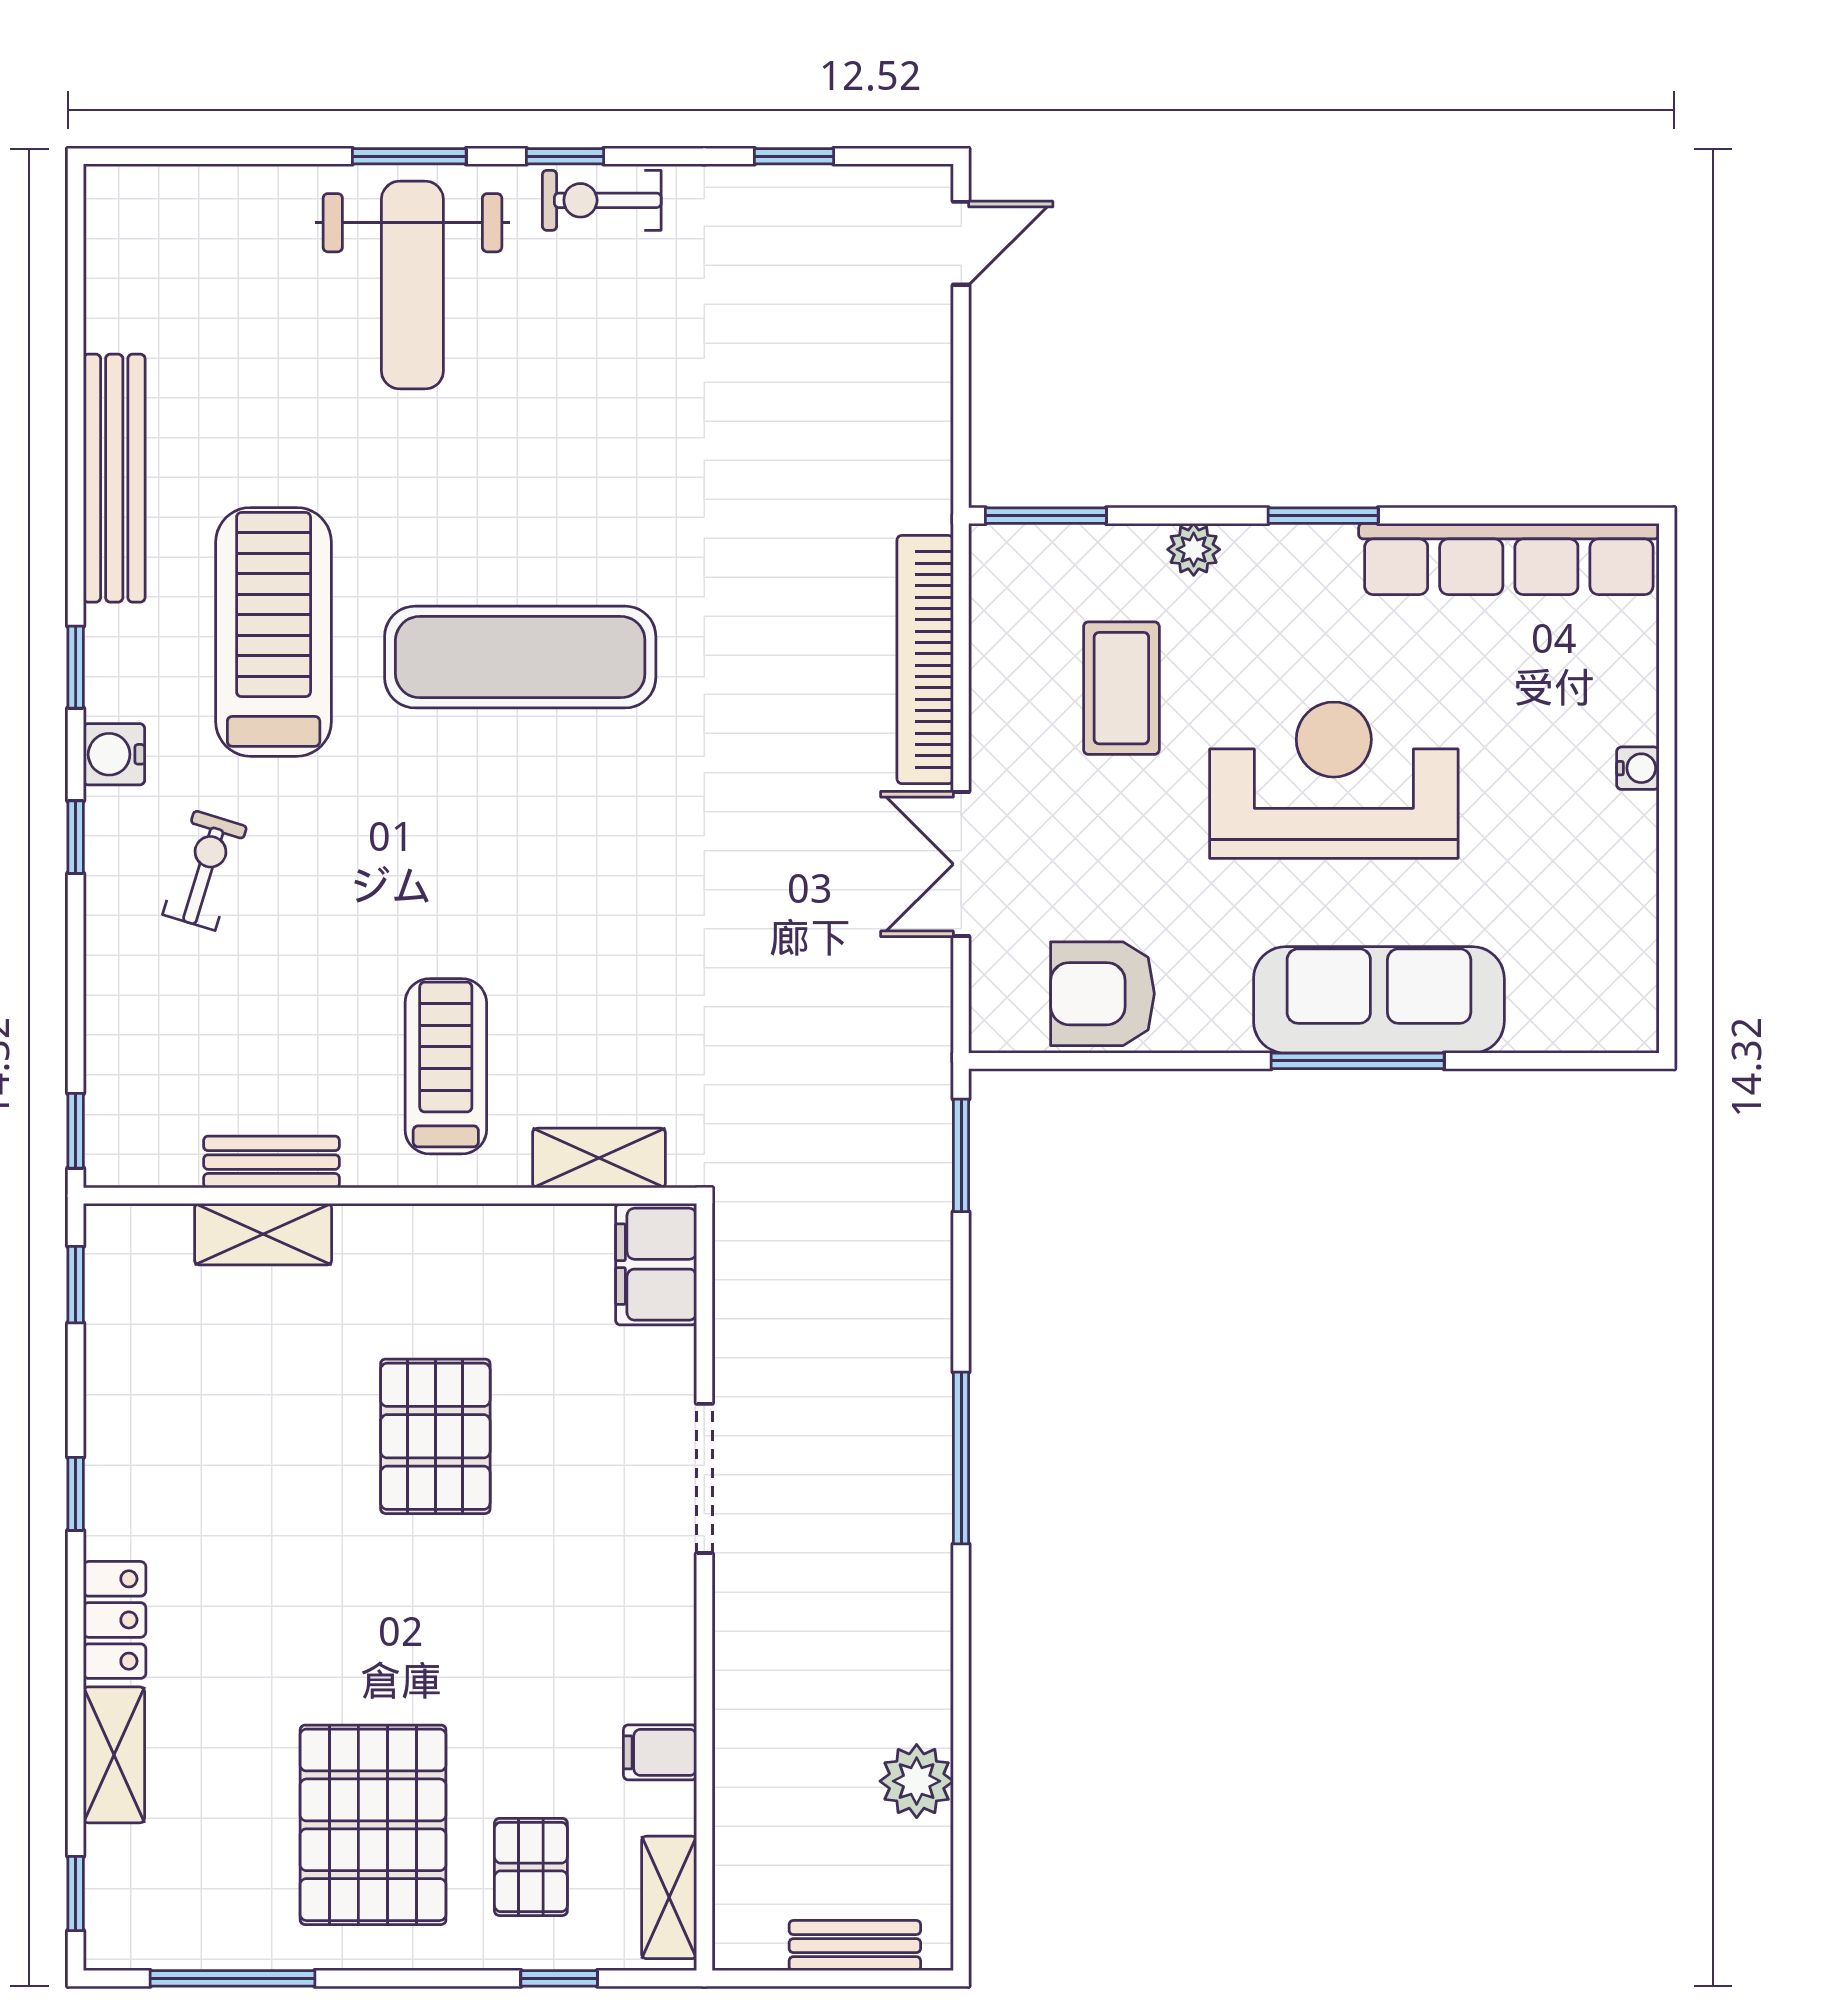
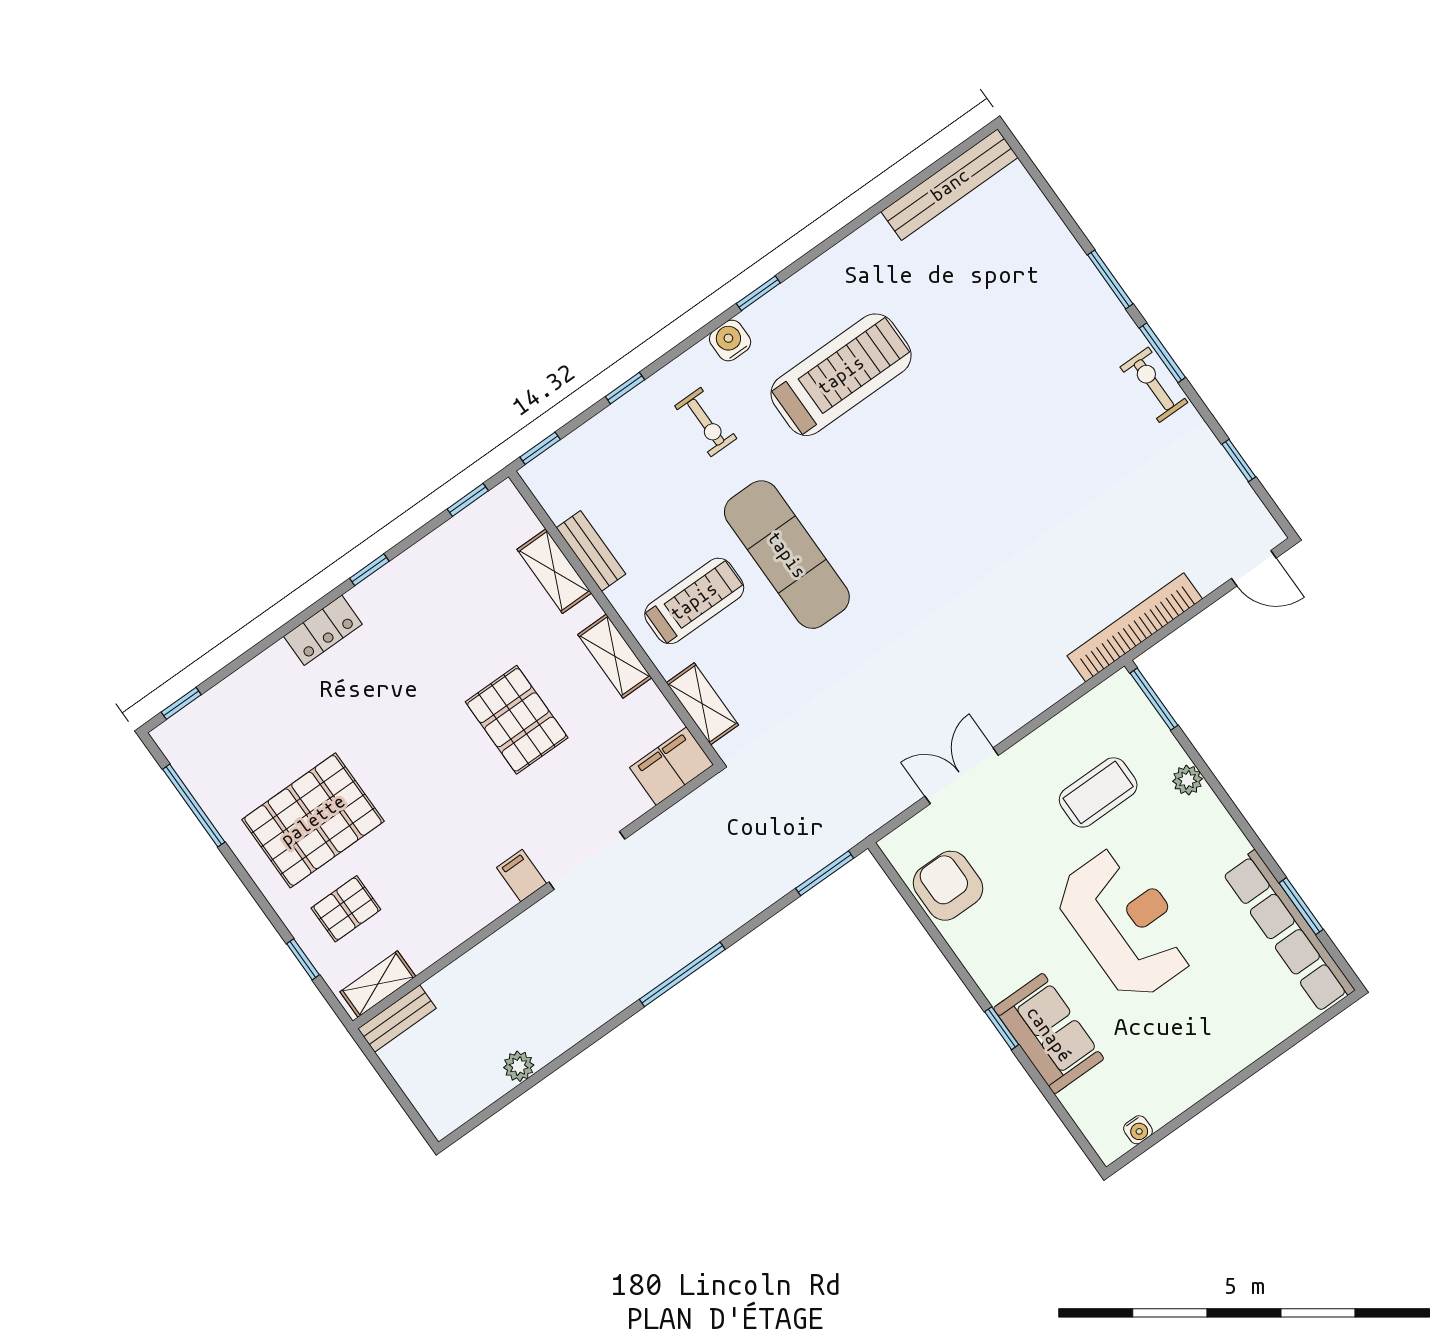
window: (565, 156) -> (1162, 353), width x1.50
weight bench: (412, 285) -> (1051, 324), removed
bench: (114, 478) -> (950, 185), moved
window: (1323, 516) -> (1301, 906), moved
exercise mat: (520, 657) -> (787, 555), moved
bookcase: (925, 660) -> (1135, 627), moved
water cooler: (1638, 768) -> (1138, 1130), moved
window: (76, 837) -> (625, 388), moved
exercise bike: (205, 870) -> (706, 422), turned 73
sofa: (1379, 1000) -> (1049, 1034), width x0.73
window: (1358, 1061) -> (1002, 1028), width x0.46
pallet: (435, 1436) -> (517, 720), turned 90
filing cabinet: (660, 1752) -> (521, 876), moved
shelving: (114, 1755) -> (615, 656), moved, turned 90
plant: (917, 1781) -> (519, 1066), width x0.73, depth x0.73
bench: (855, 1946) -> (397, 1019), moved, turned 90

